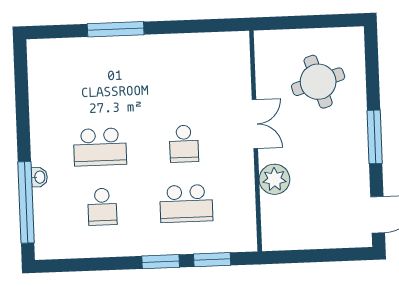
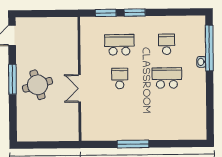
window: (116, 29) -> (133, 144), moved
round table: (318, 82) -> (37, 85), moved
plant: (274, 179) -> (69, 57), removed

